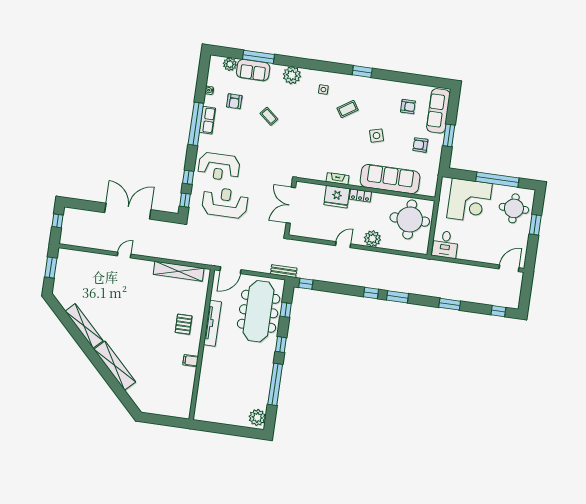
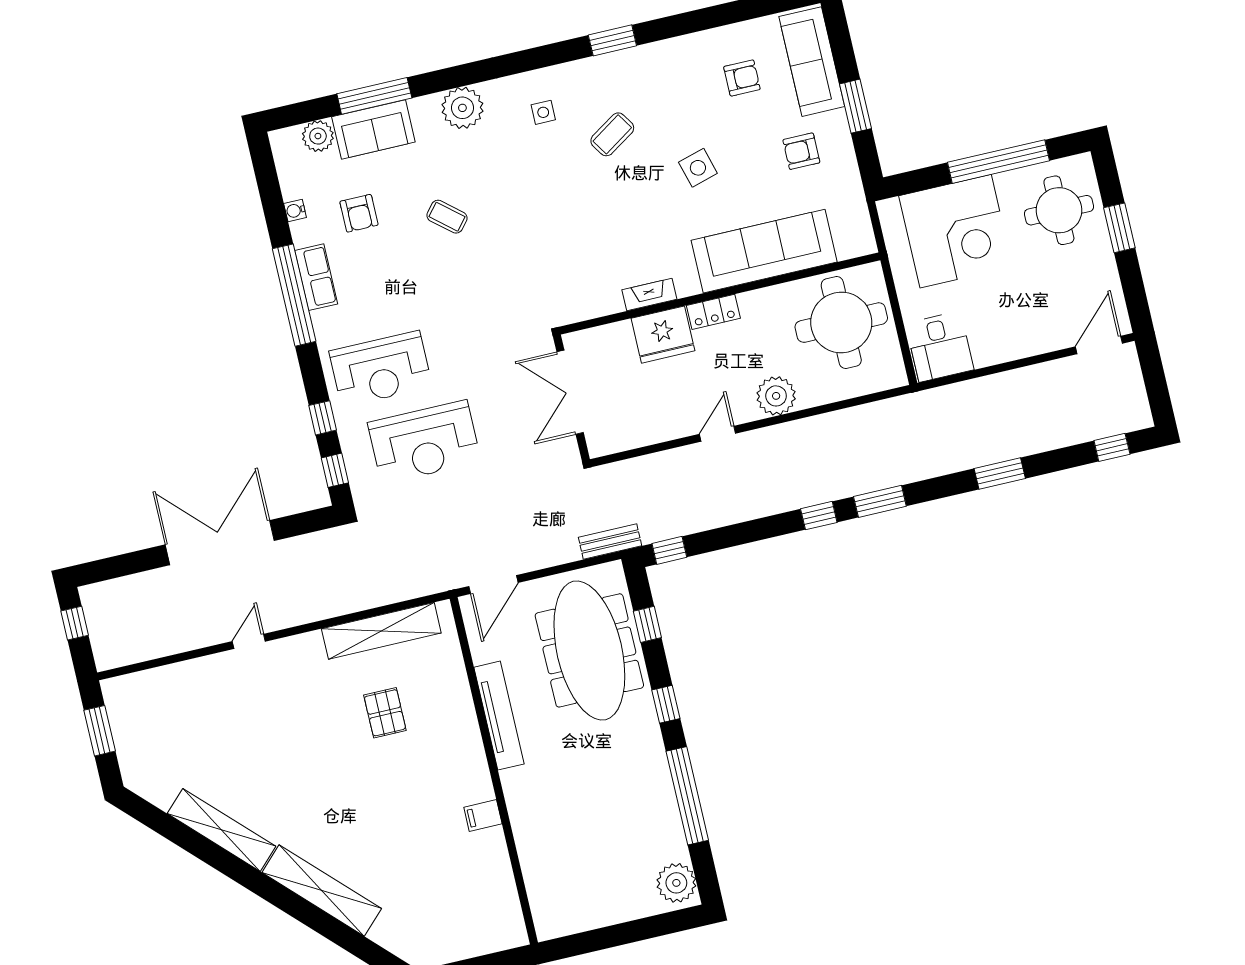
reception desk: (225, 203) -> (424, 442), turned 180
pallet: (184, 324) -> (385, 713), moved

